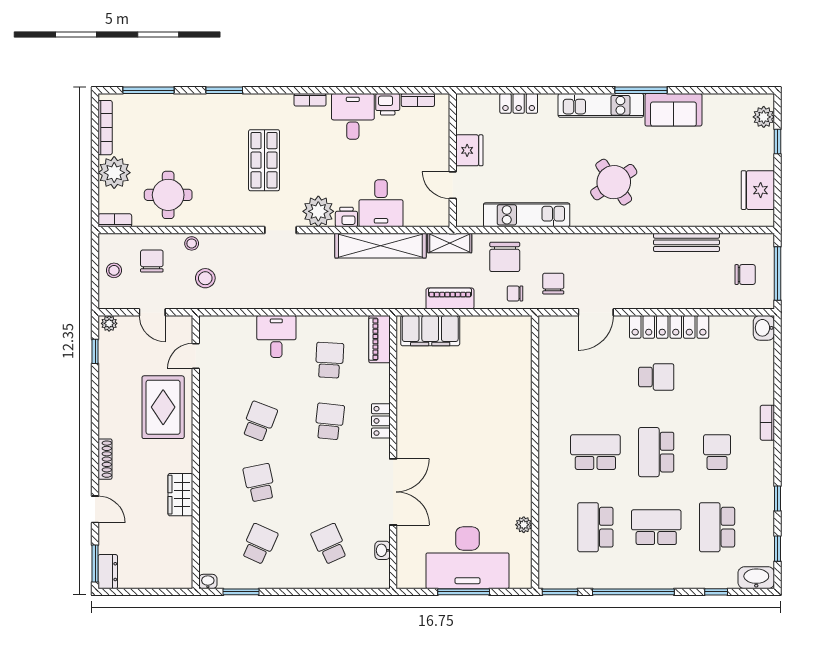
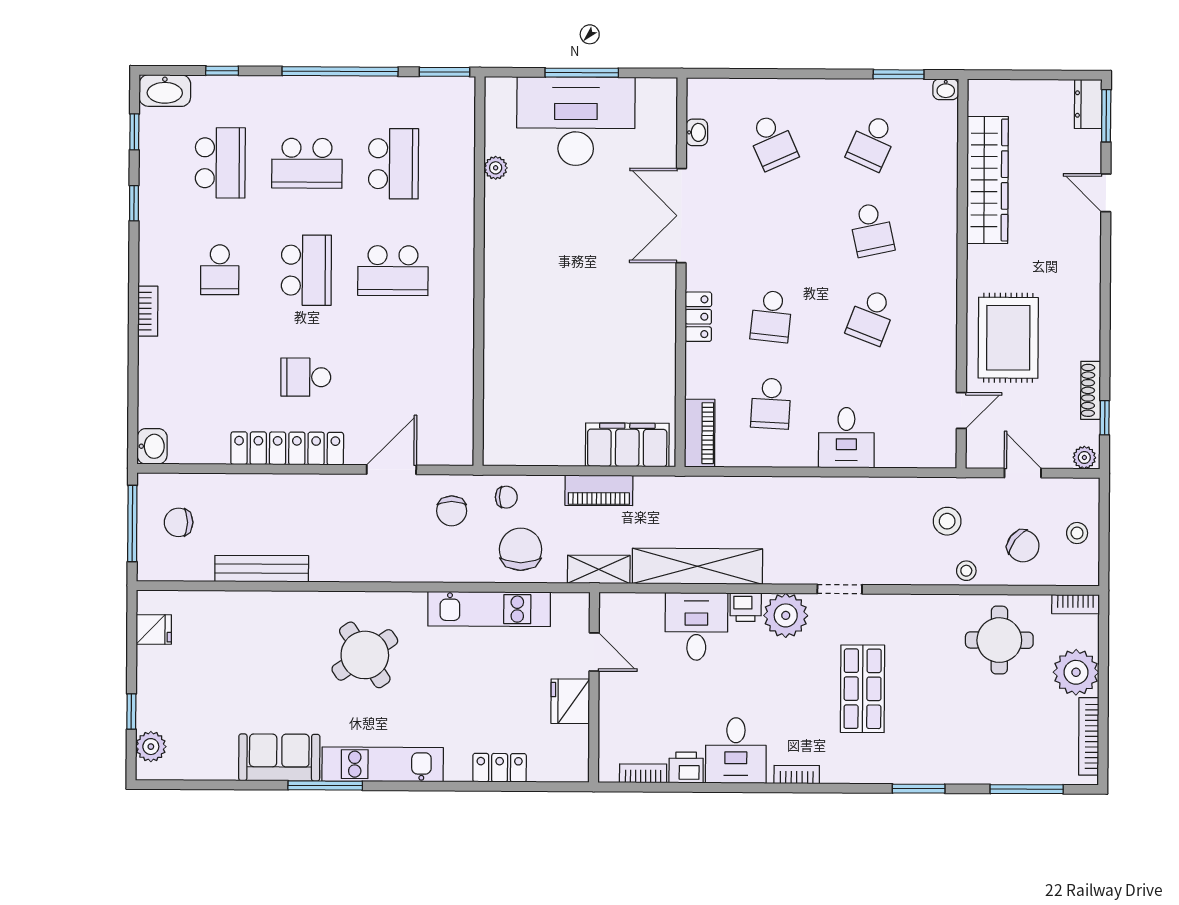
fridge: (758, 190) -> (154, 629), width x0.53, depth x0.75
chair: (152, 261) -> (1023, 546), turned -53
shoe rack: (105, 459) -> (1091, 390), moved
wardrobe: (180, 495) -> (987, 180), width x2.10, depth x1.17

